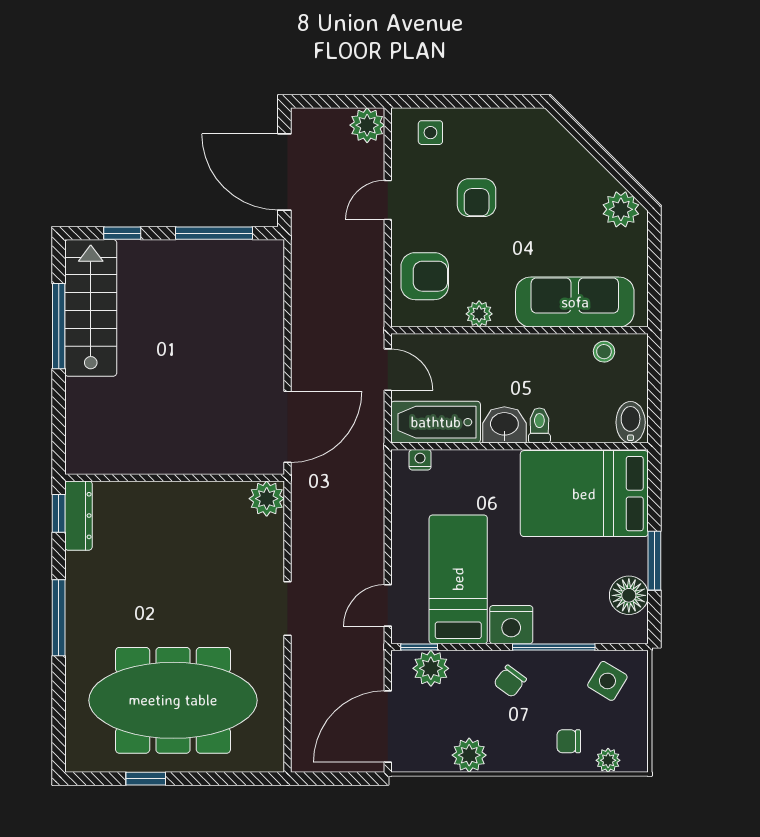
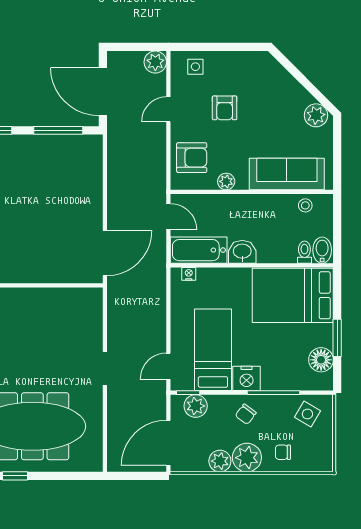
toilet: (539, 425) -> (304, 252), moved
plant: (267, 499) -> (92, 298), removed
plant: (608, 760) -> (247, 458), moved, width x1.88, depth x1.88

